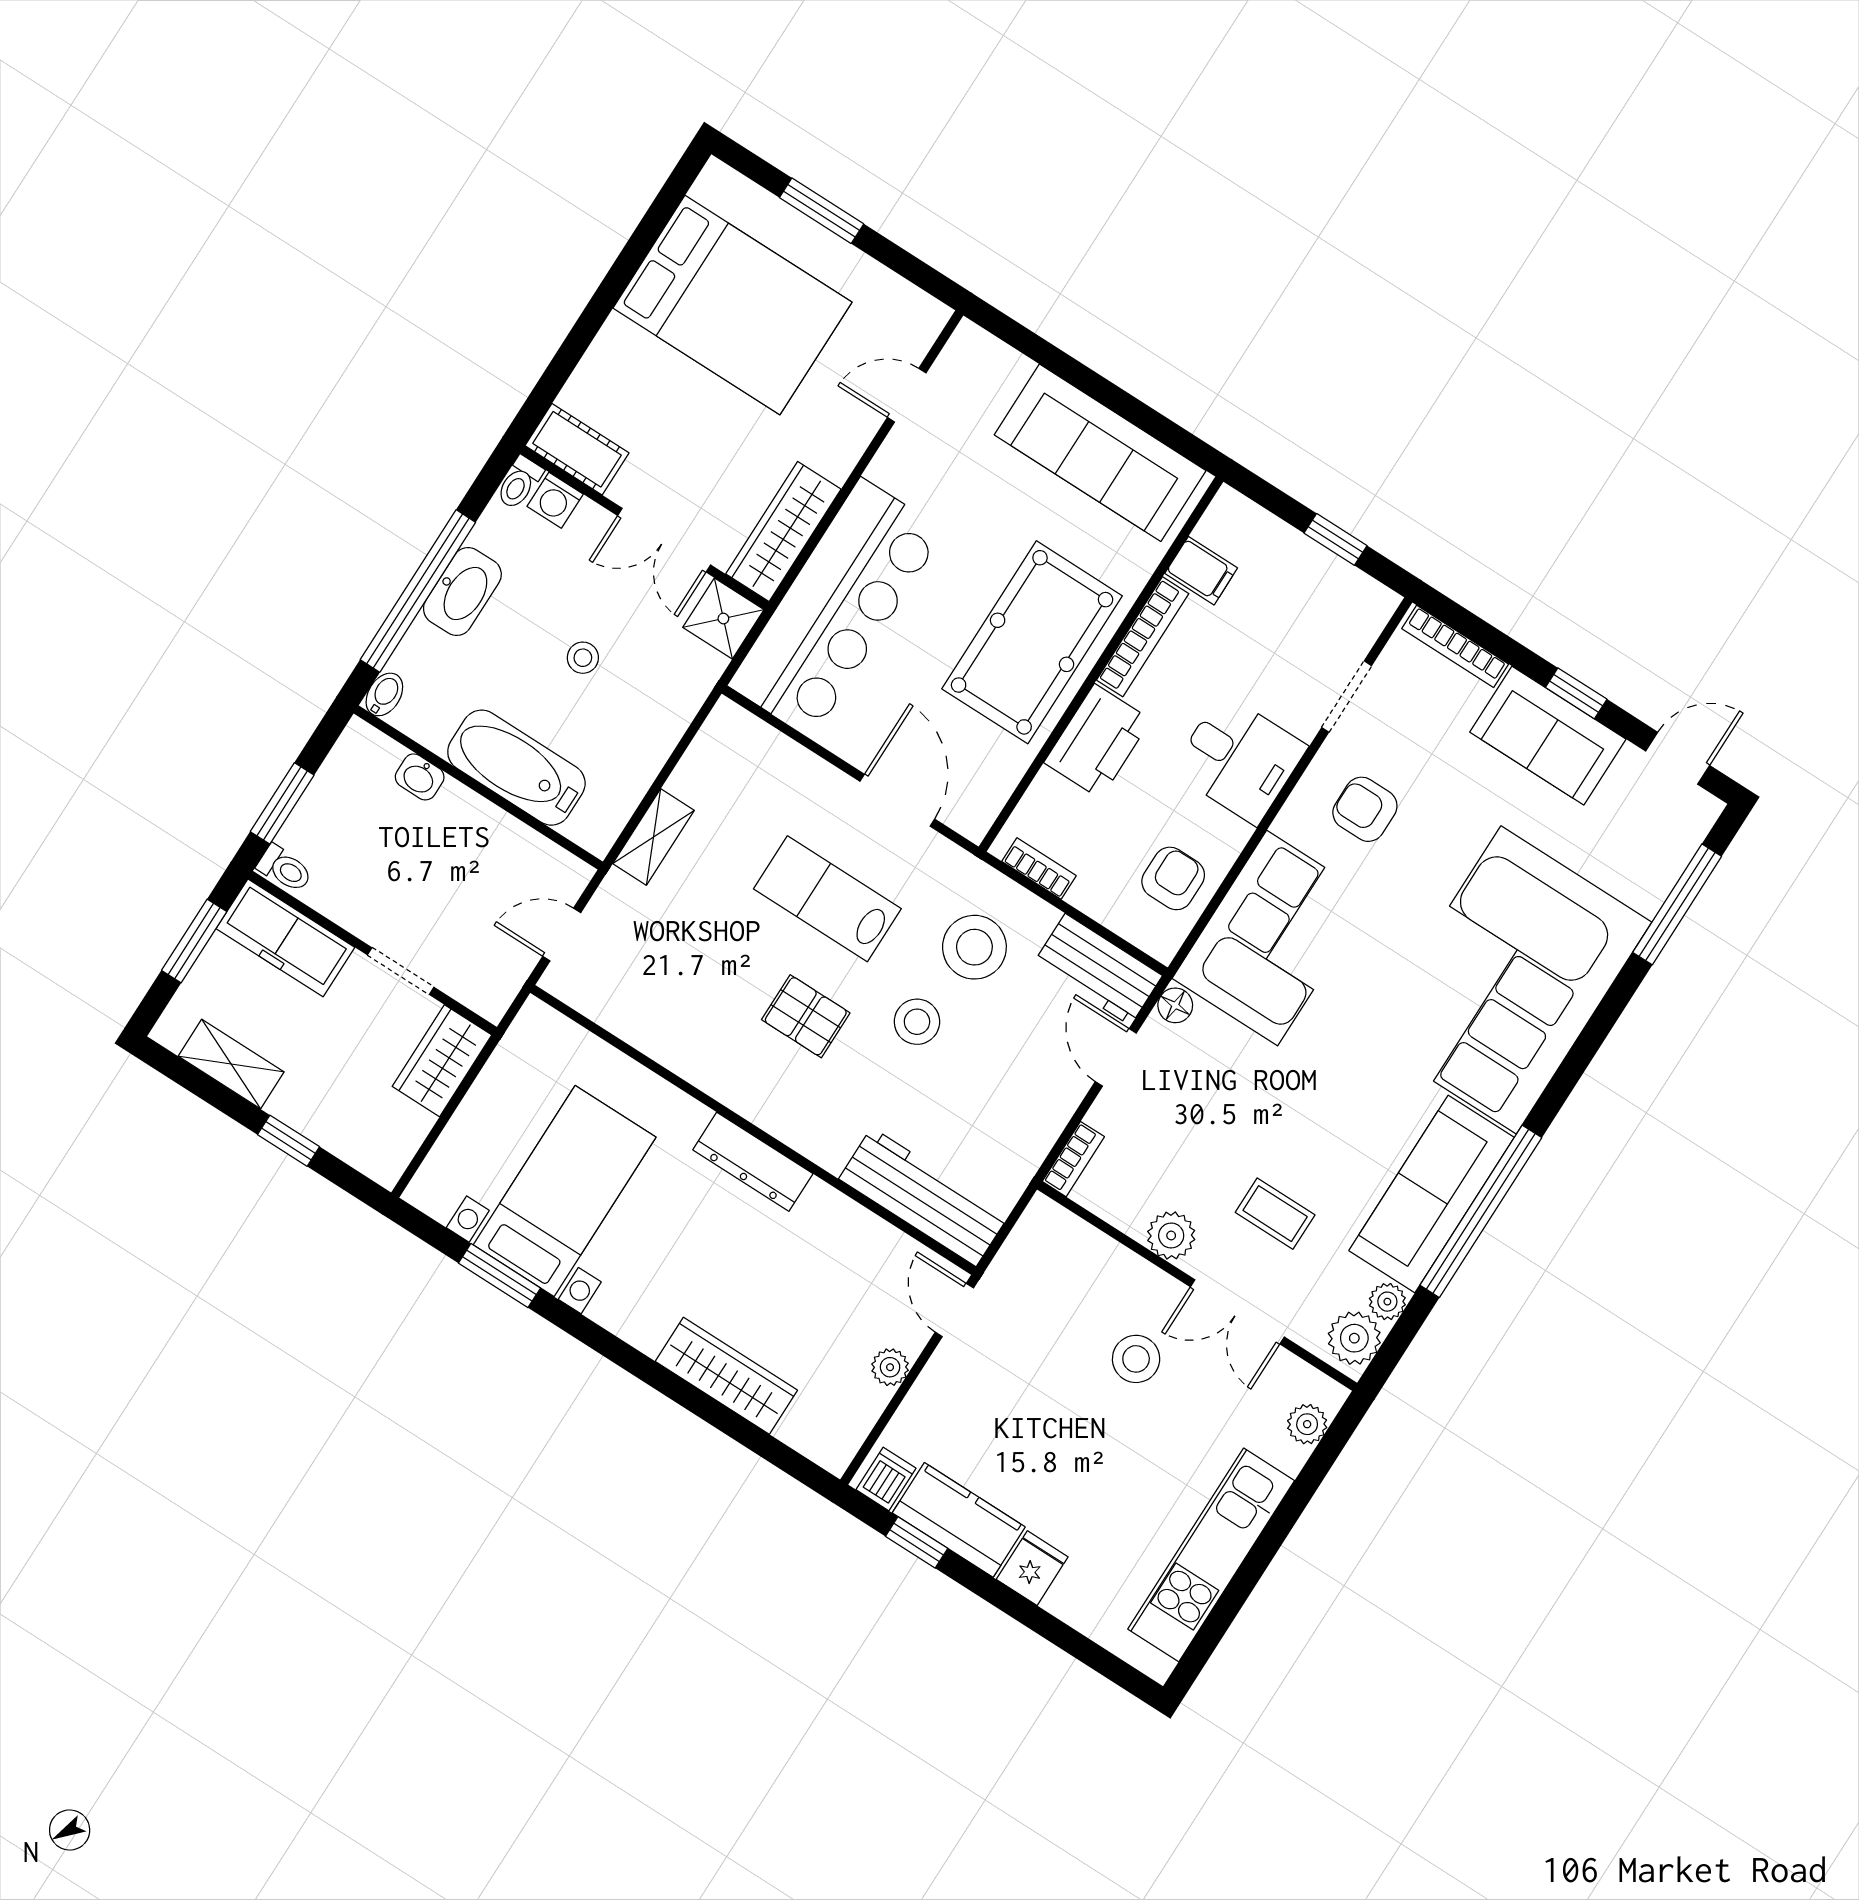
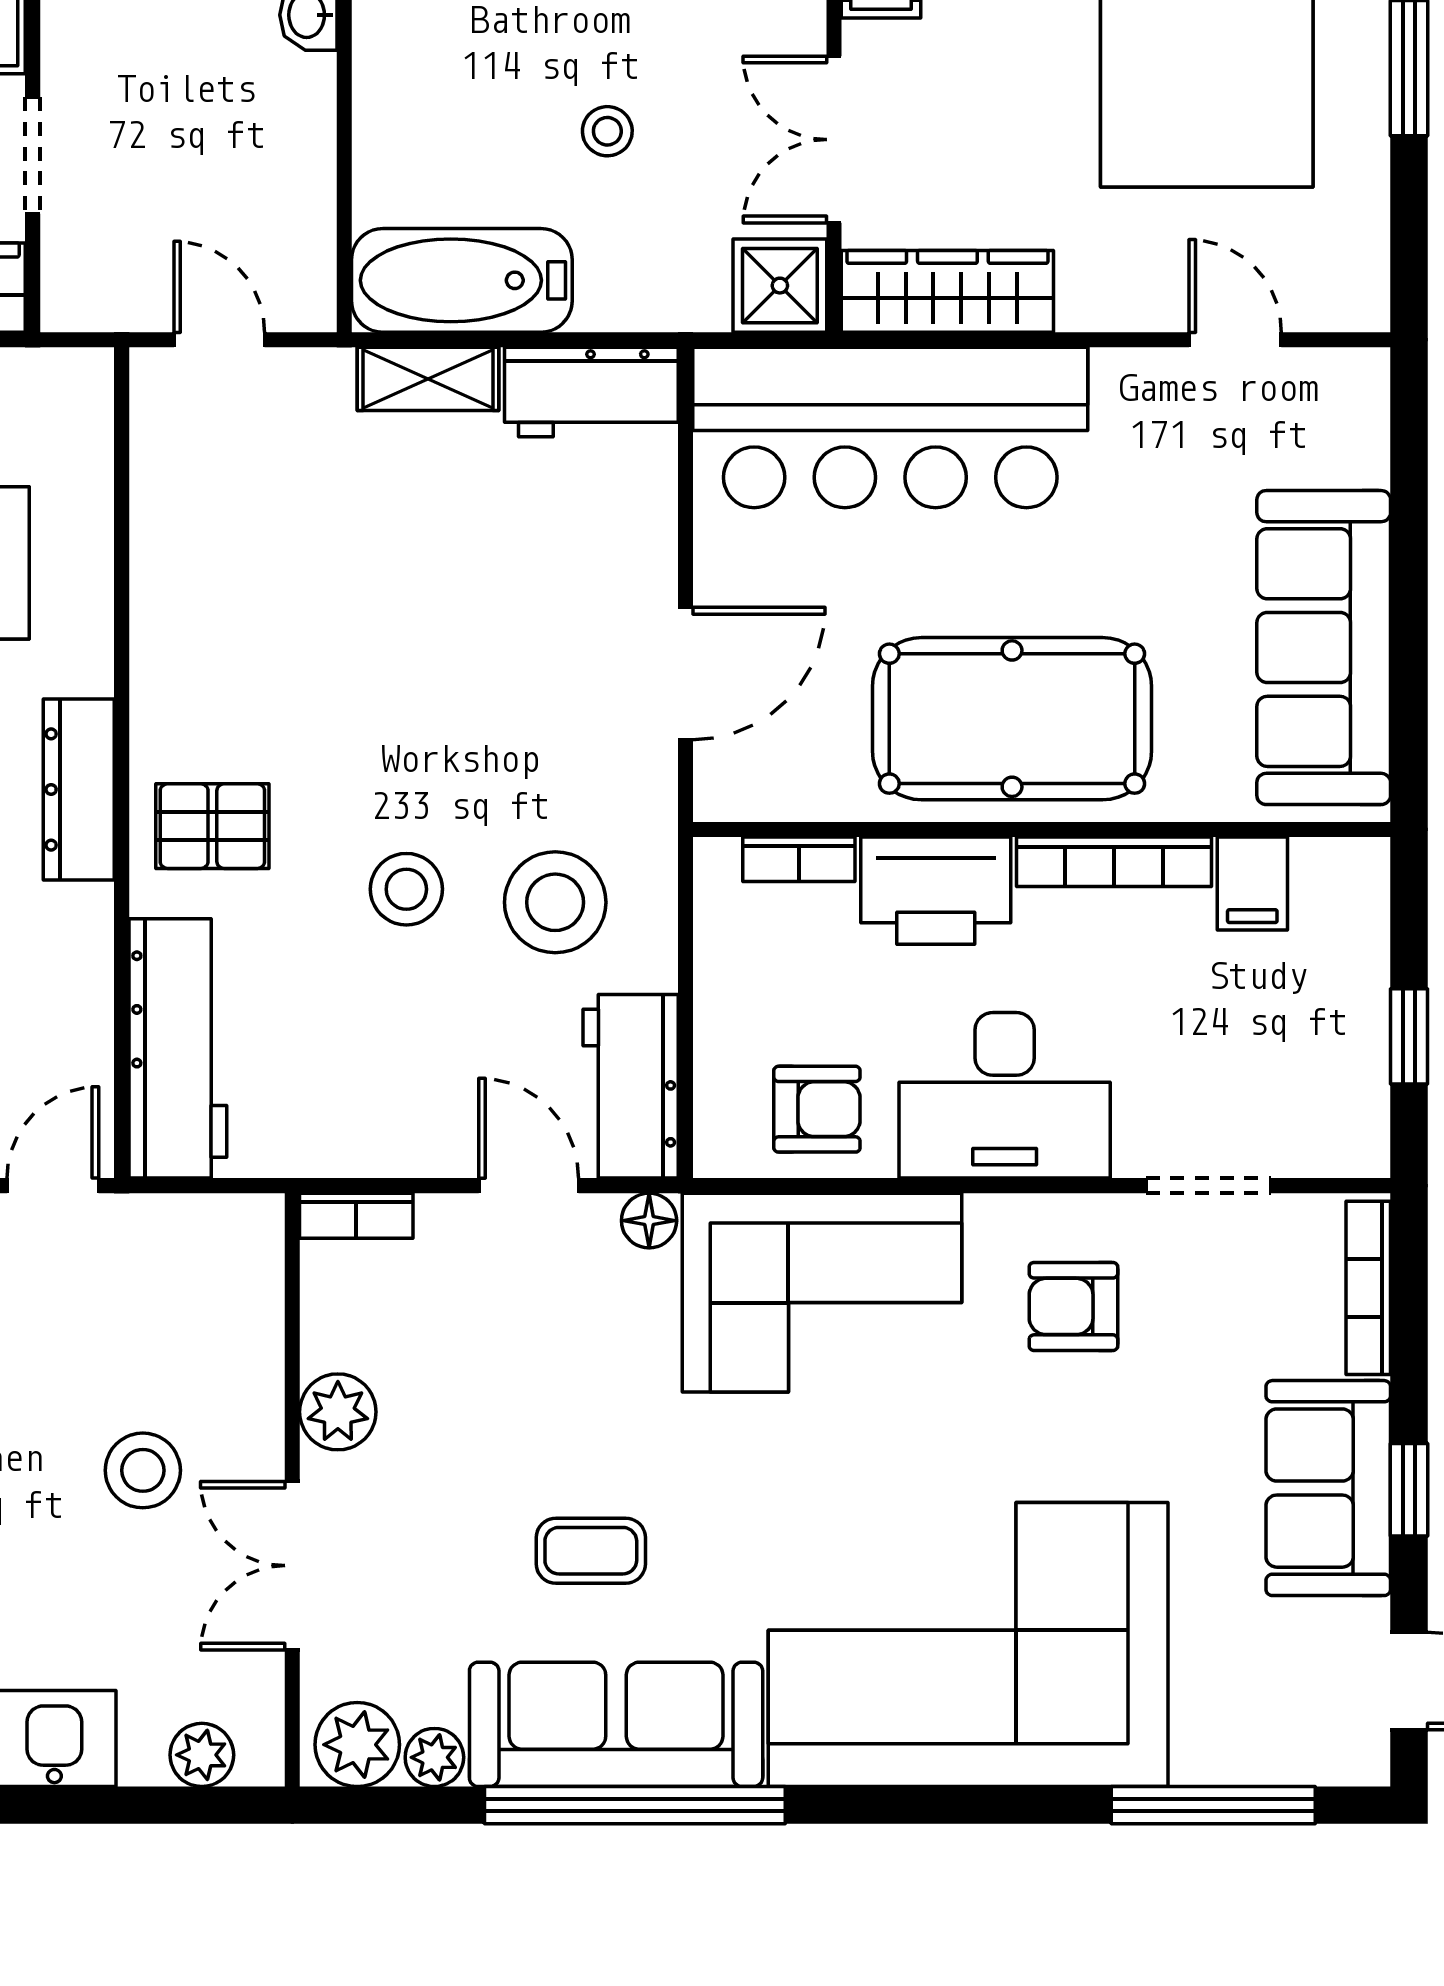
workbench: (716, 755) -> (591, 392), added
desk: (1239, 759) -> (1005, 1095), width x1.37
bathtub: (516, 768) -> (462, 280), moved, turned -90
armchair: (1365, 809) -> (1073, 1306), turned -90
bookcase: (1039, 869) -> (799, 859), moved, turned 90
lab bench: (827, 899) -> (494, 664), removed
pallet: (806, 1016) -> (212, 826), moved, turned 90
door: (1116, 1057) -> (529, 1186), hinge flipped
coffee table: (1275, 1214) -> (591, 1551), moved, turned 90

